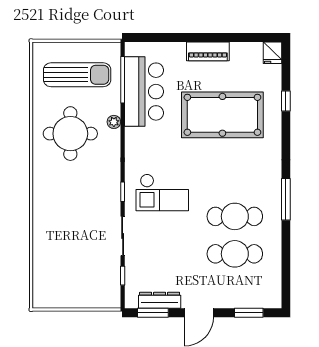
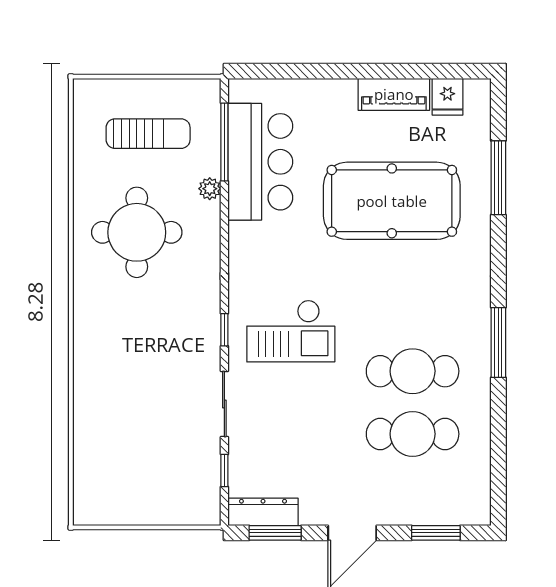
piano: (208, 51) -> (394, 94), moved
fridge: (272, 53) -> (447, 97), moved
sun lounger: (77, 75) -> (148, 134), width x0.73, depth x0.75
window: (286, 101) -> (498, 178), width x2.17
plant: (114, 122) -> (210, 189), moved
dresser: (160, 300) -> (263, 512), moved

